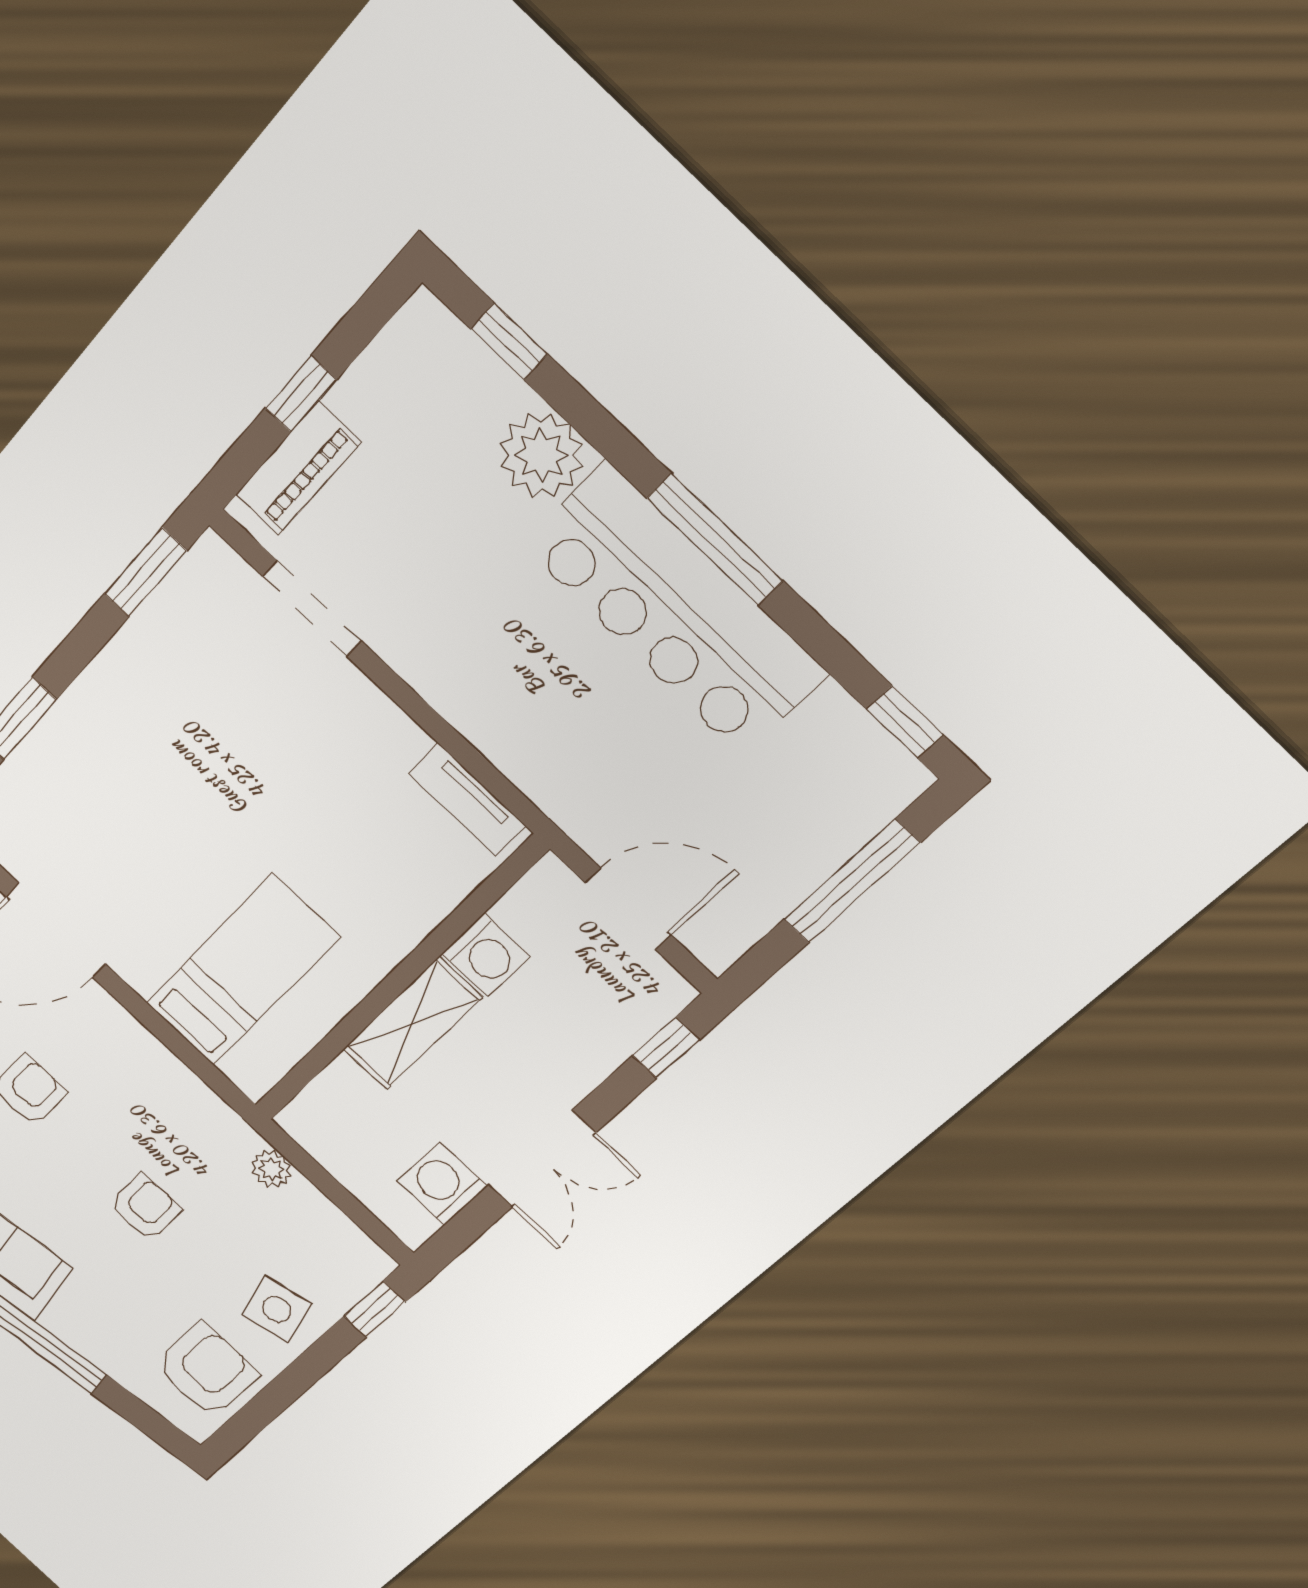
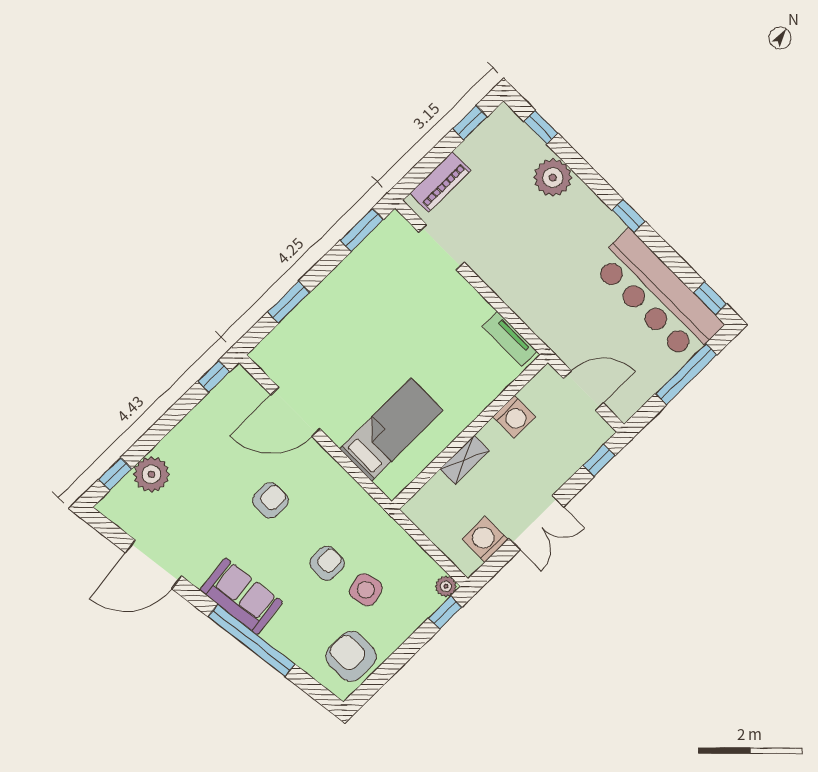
window: (301, 394) -> (470, 123), moved
window: (715, 539) -> (629, 216), width x0.46
bar counter: (675, 610) -> (657, 295), moved
shelving: (412, 1024) -> (464, 460), width x0.67, depth x0.75
plant: (271, 1169) -> (446, 586), moved
side table: (277, 1309) -> (366, 590), moved
armchair: (206, 1370) -> (351, 656), turned -90

